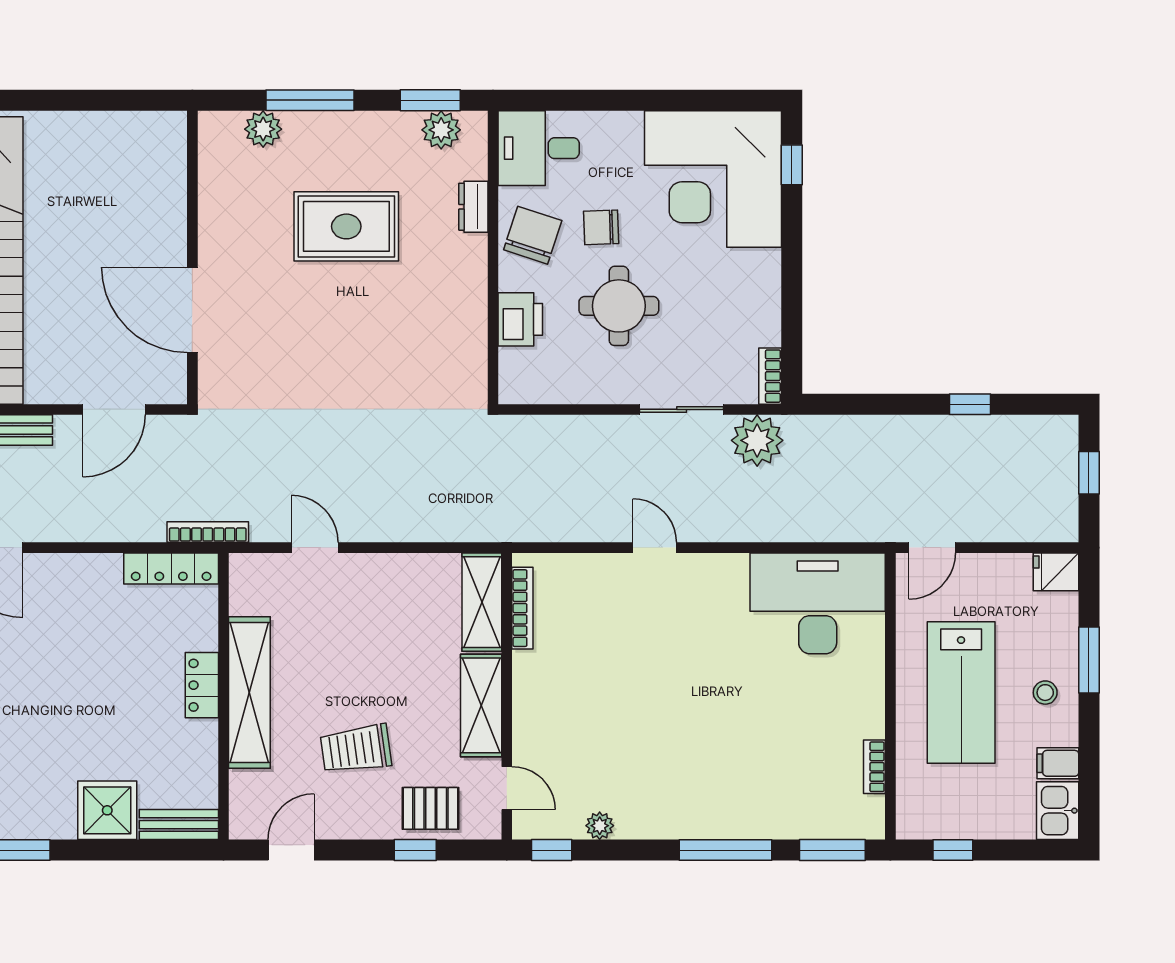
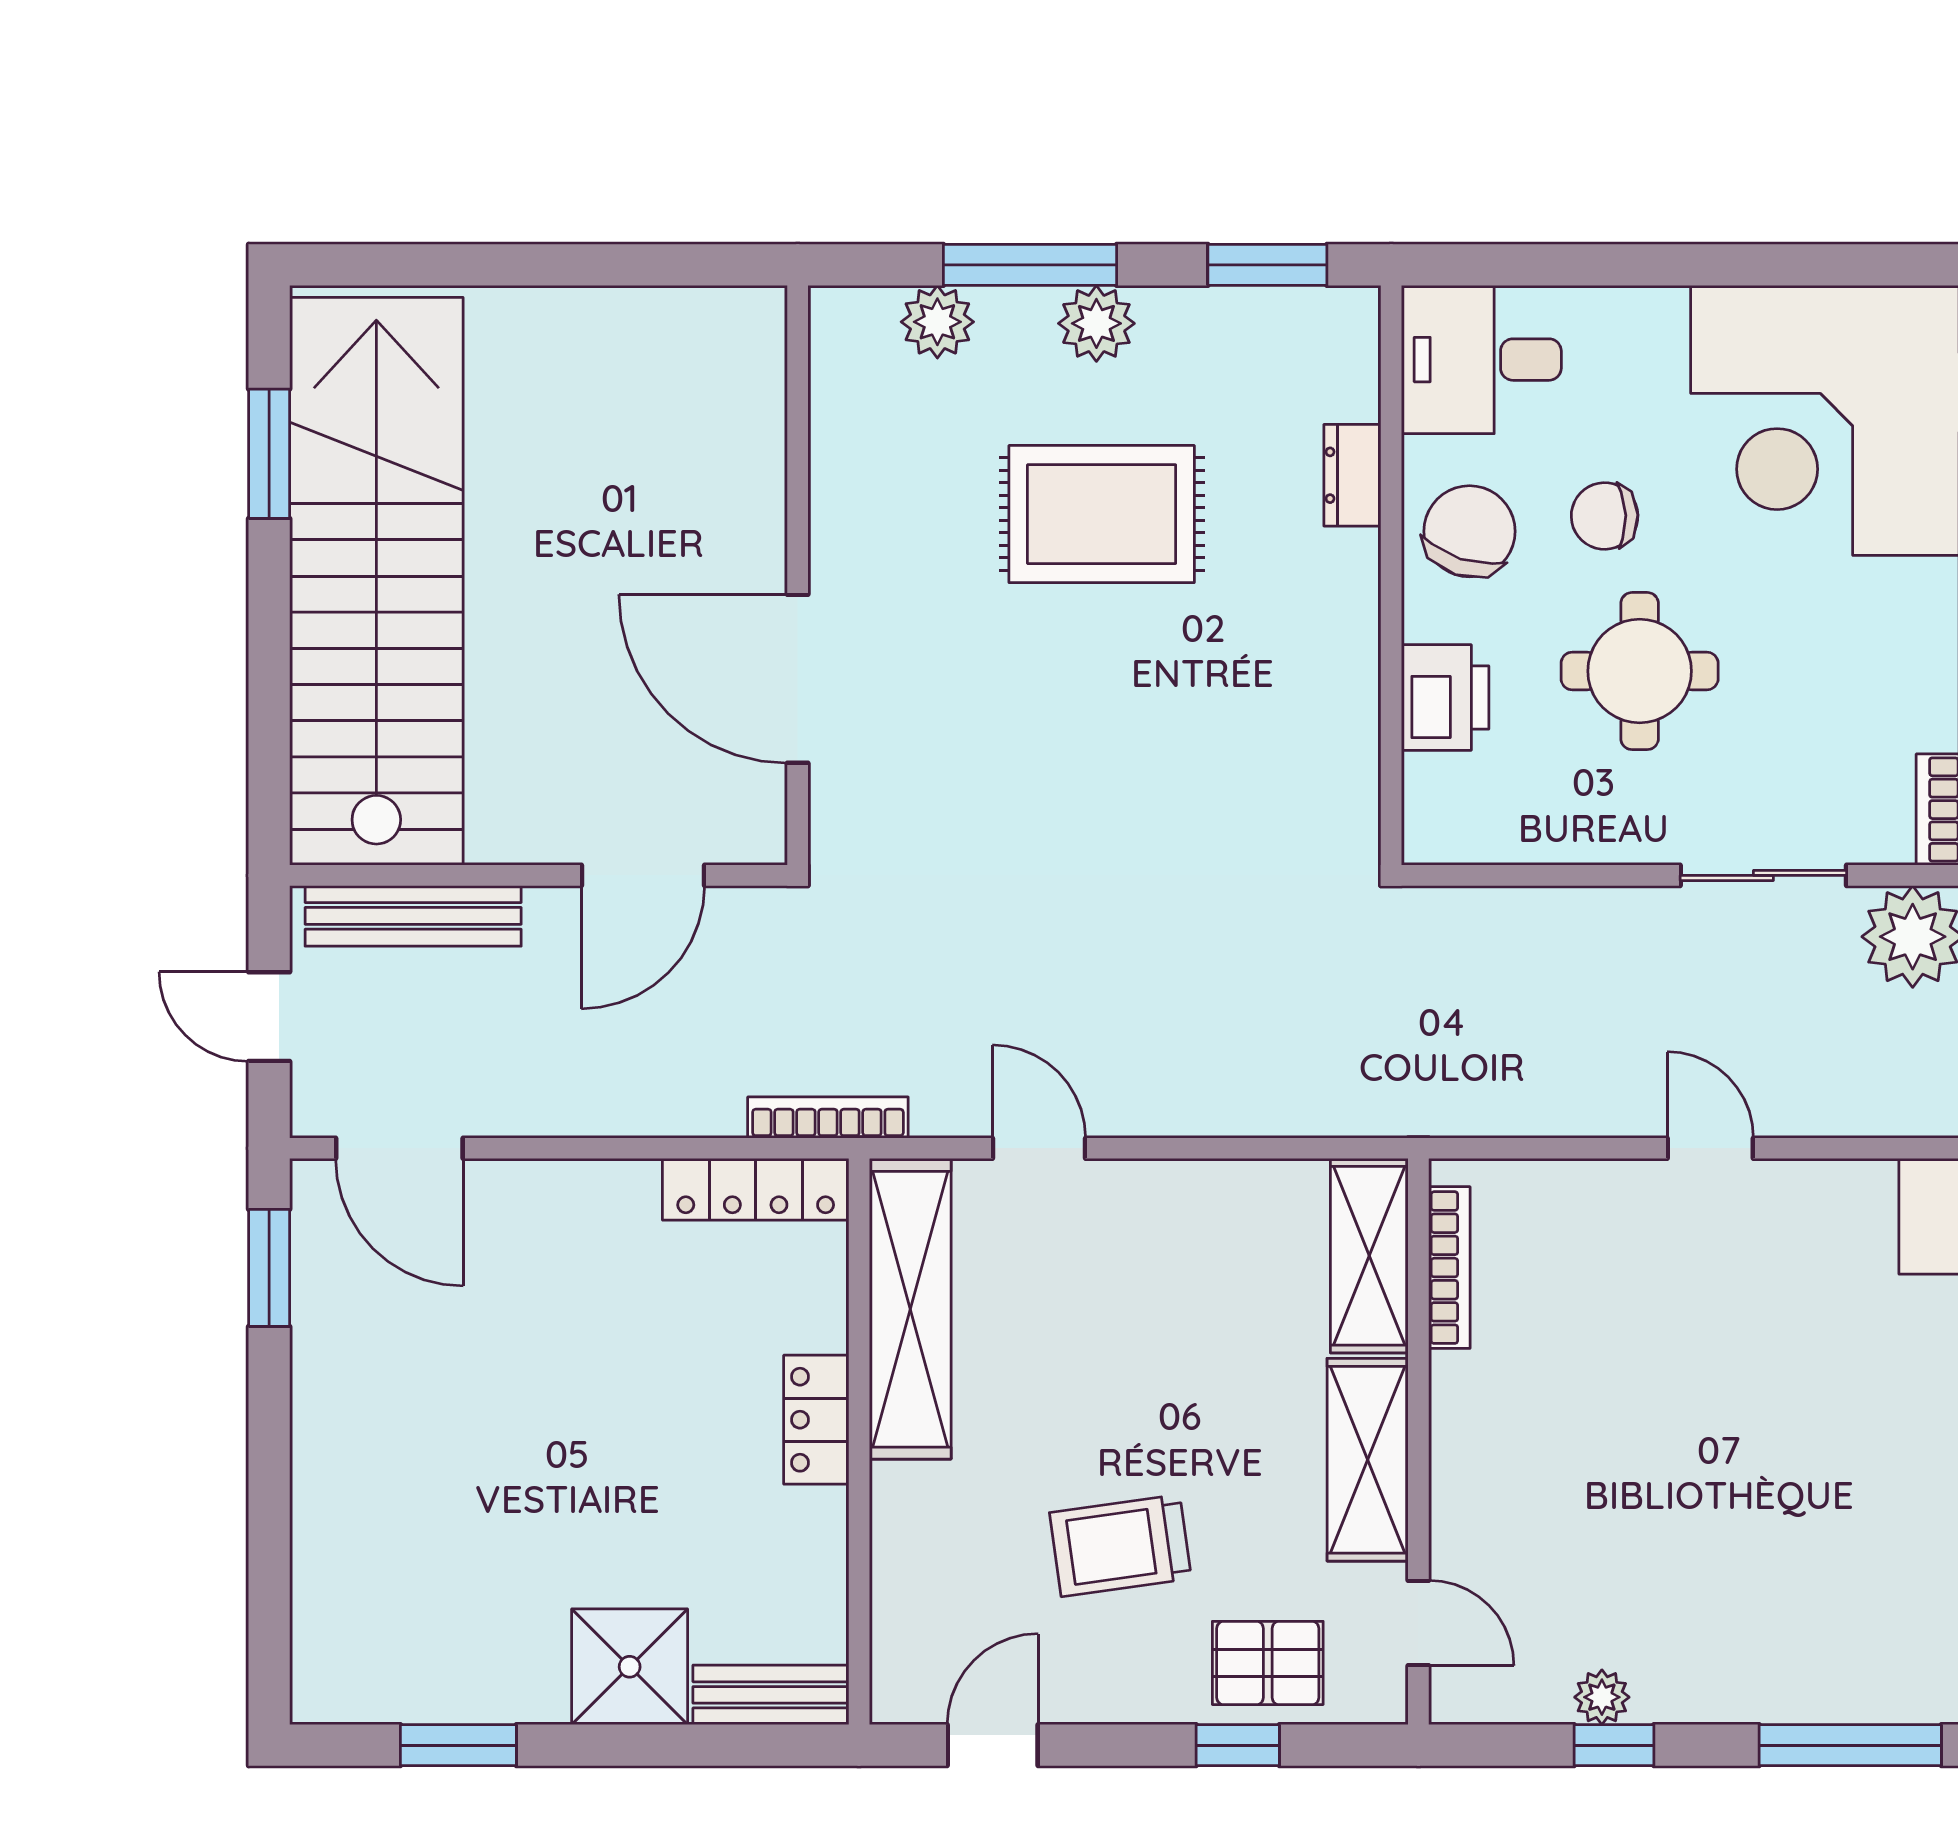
plant: (441, 130) -> (1096, 323), moved
shelving: (249, 692) -> (910, 1309), moved
window: (552, 850) -> (1614, 1745), moved

